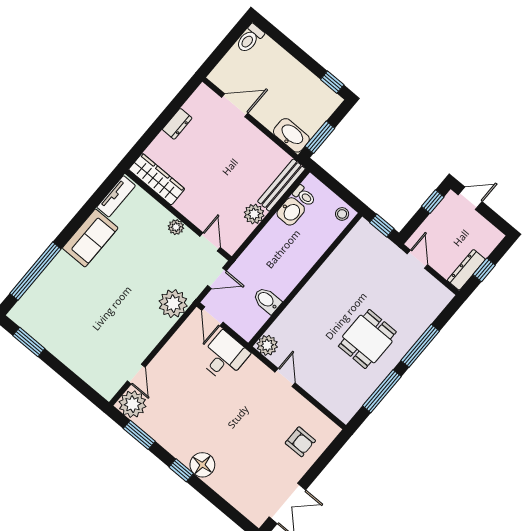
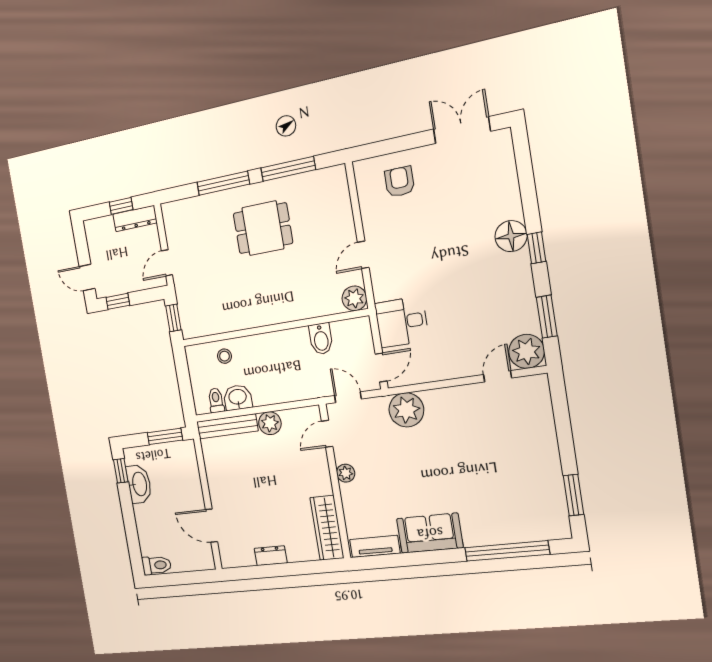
washbasin: (291, 135) -> (139, 484), moved, turned 180
stool: (342, 214) -> (224, 356), moved

